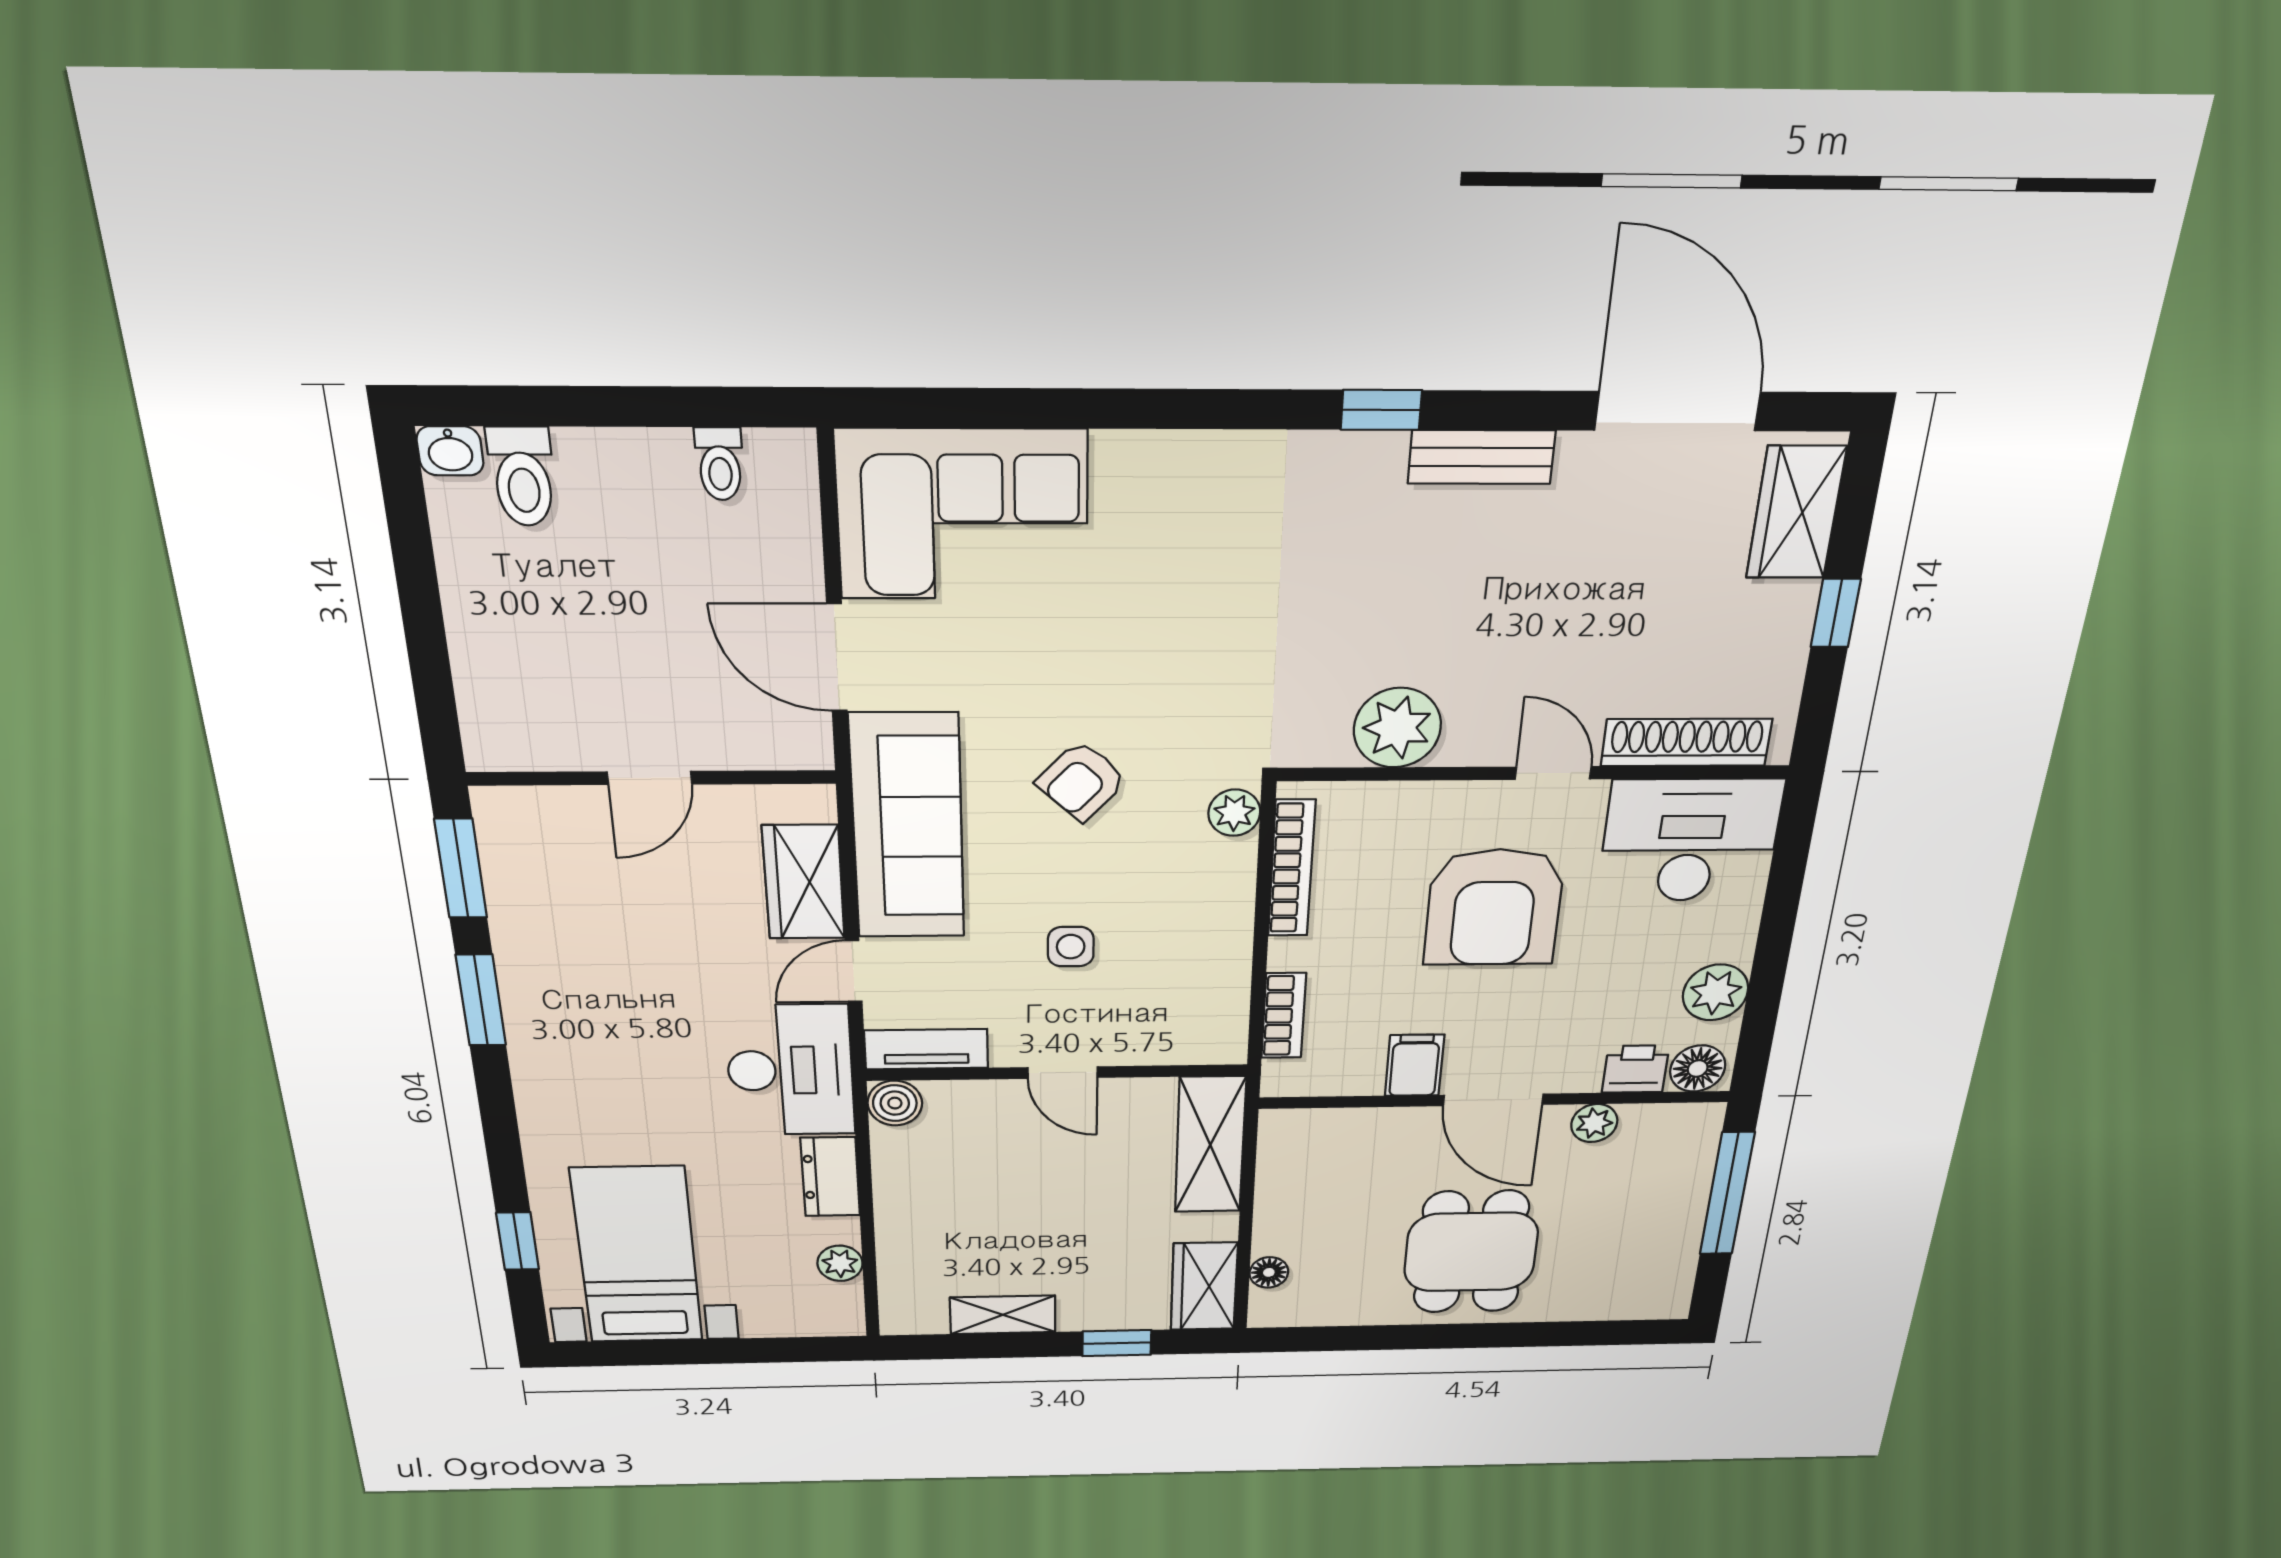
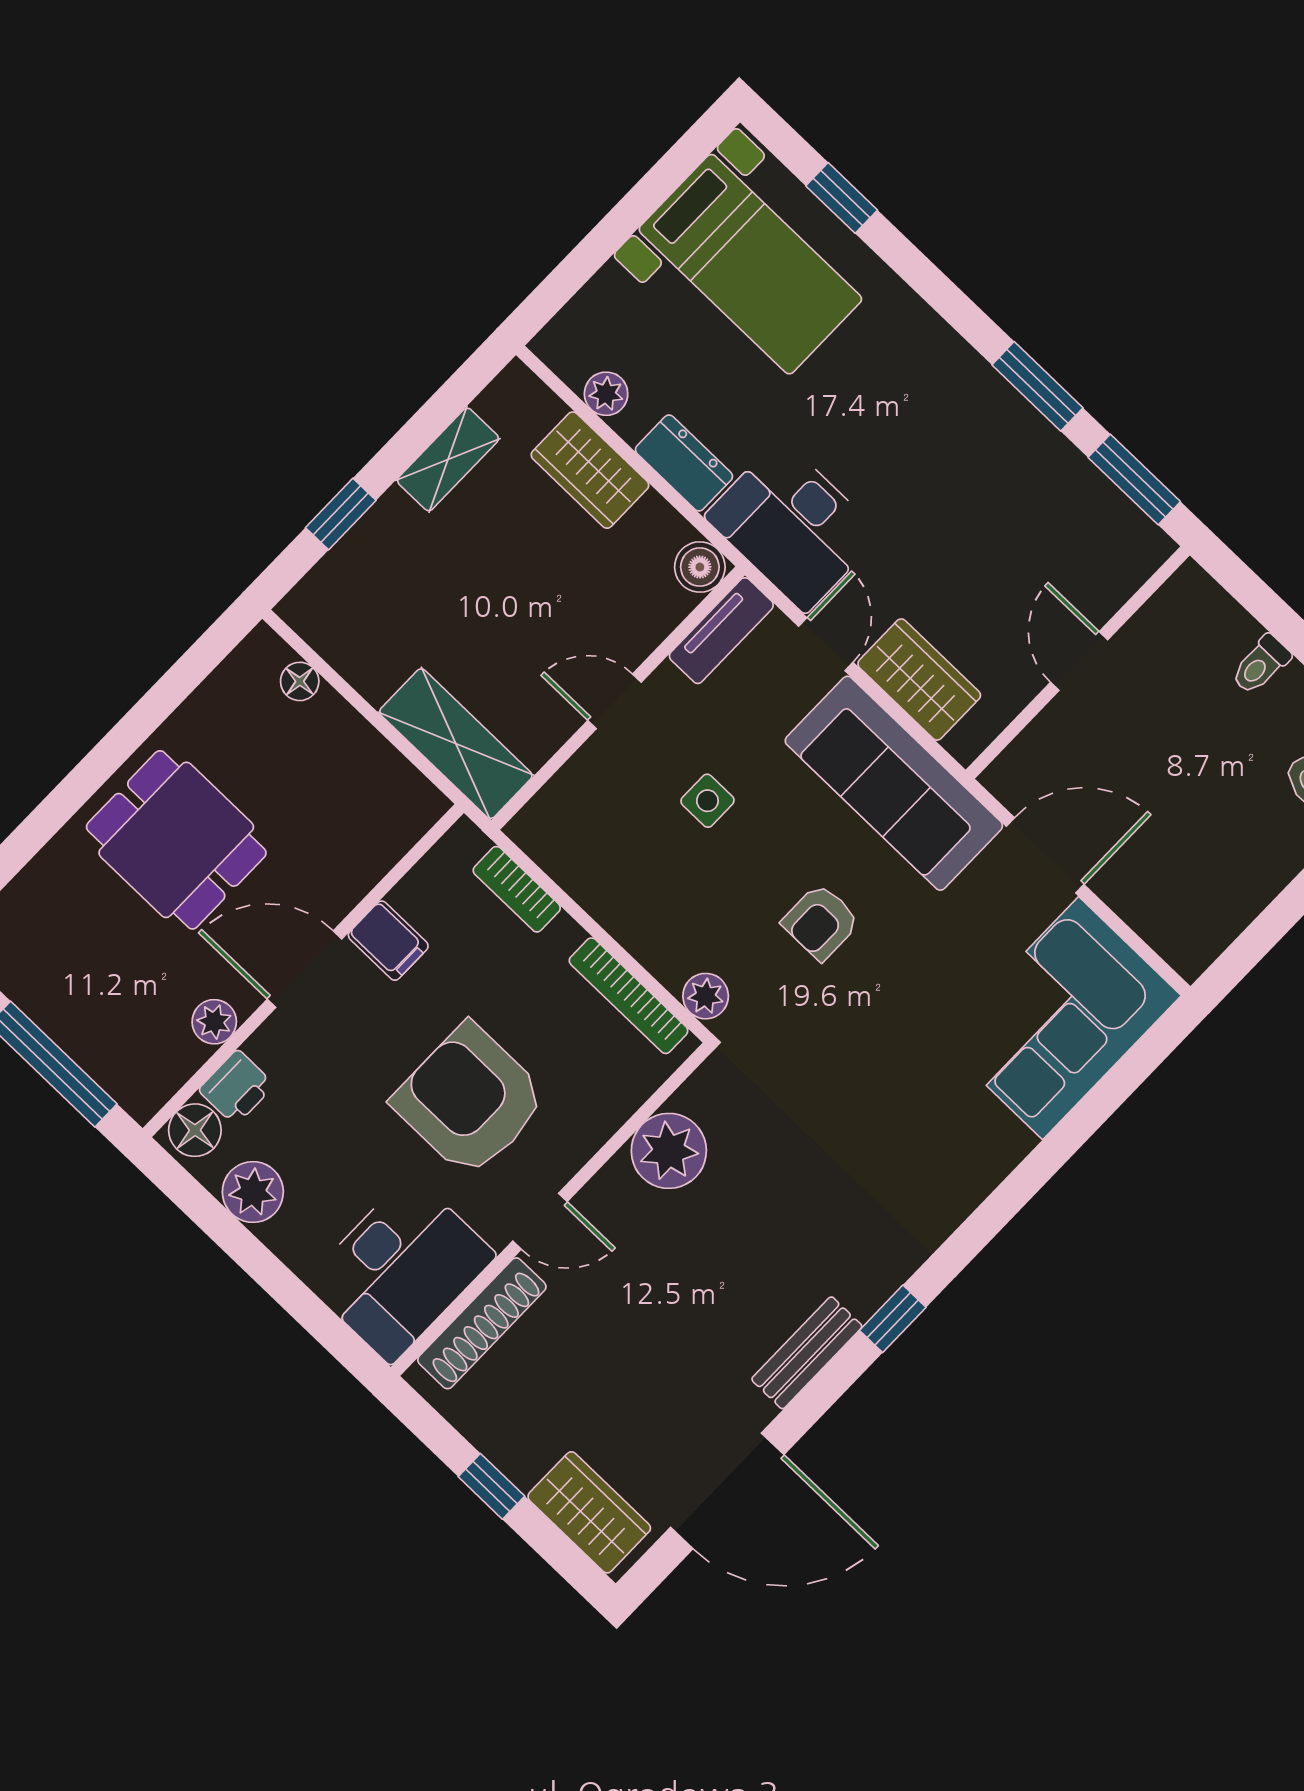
toilet: (720, 464) -> (1261, 665), moved, turned -90
armchair: (1082, 781) -> (821, 922), turned -133
wardrobe: (1204, 1286) -> (590, 470), moved, turned 180

